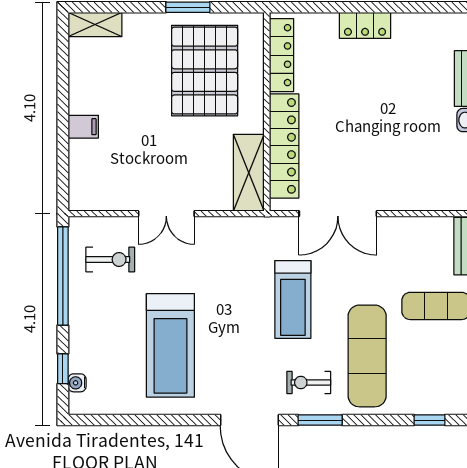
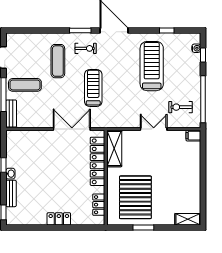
locker: (281, 55) -> (99, 205), width x0.66
filing cabinet: (83, 127) -> (193, 136), moved
exercise mat: (367, 356) -> (58, 61), width x0.73, depth x0.69
window: (430, 420) -> (167, 30), moved

